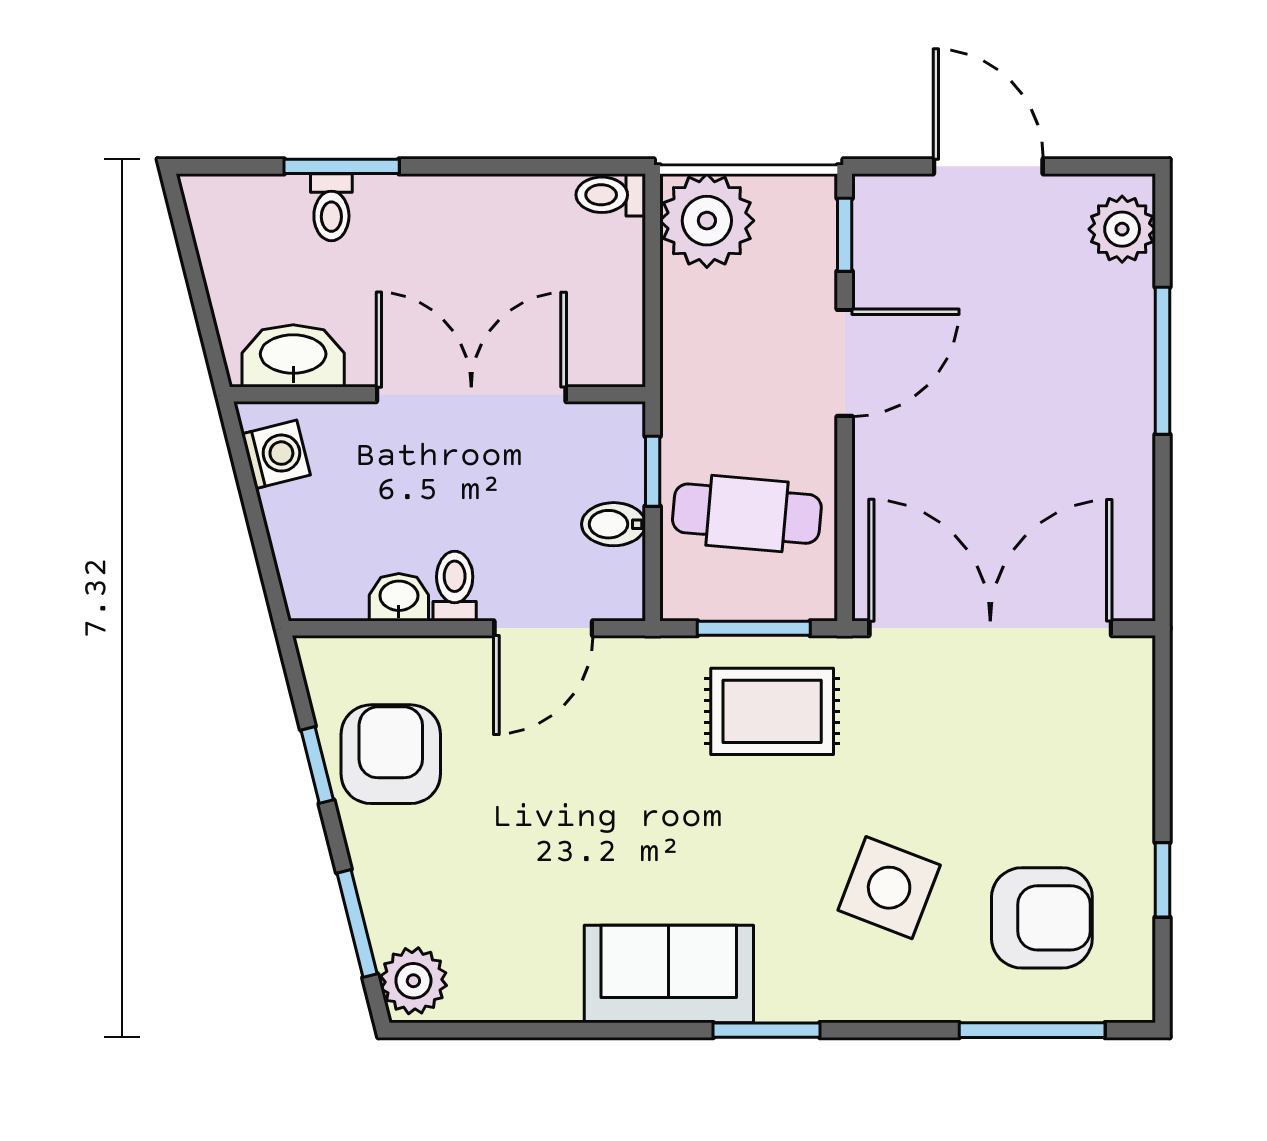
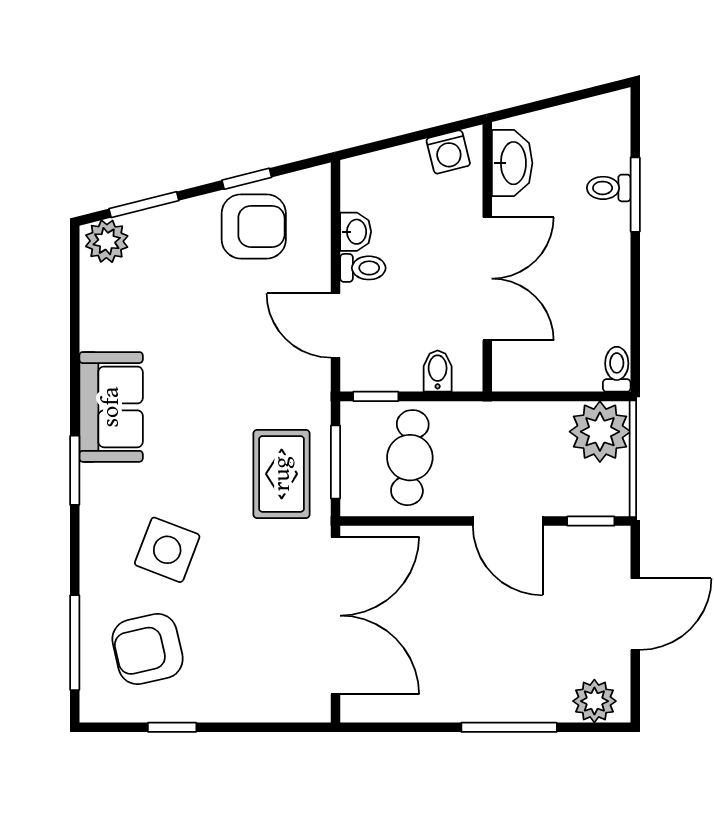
window: (653, 471) -> (376, 396), moved
bidet: (614, 524) -> (438, 371), moved
armchair: (1042, 918) -> (148, 649), turned 77

